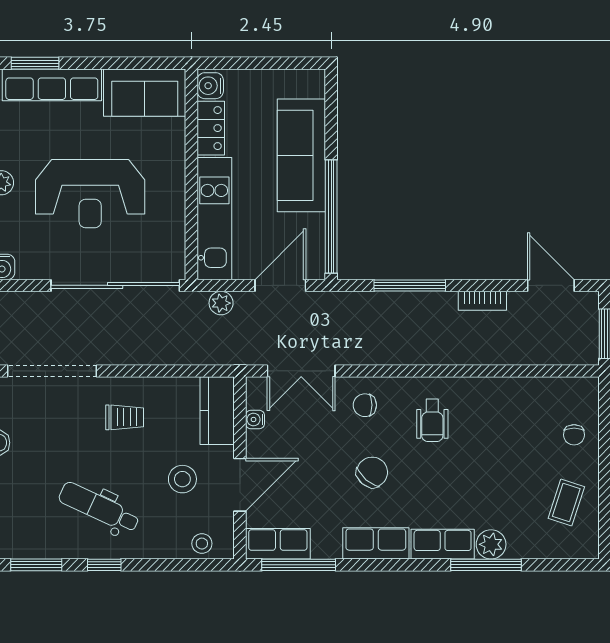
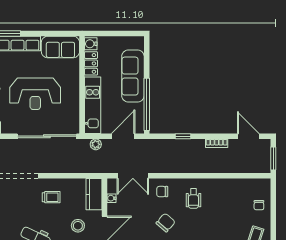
window: (410, 285) -> (183, 136), width x0.46

